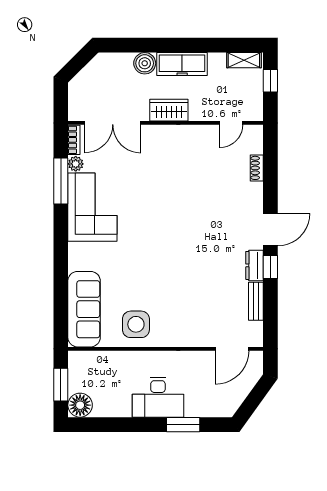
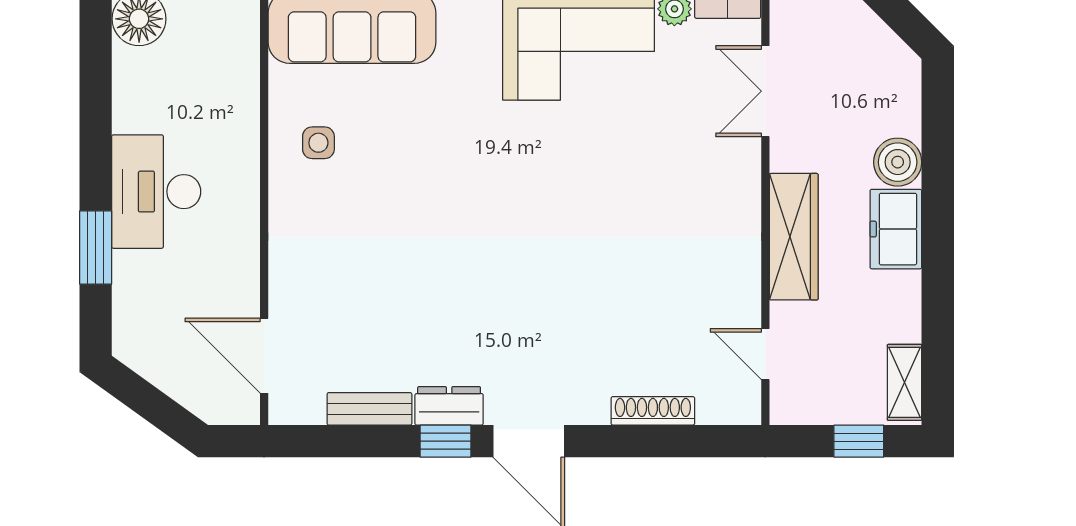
freezer: (182, 64) -> (896, 229), width x0.71
wardrobe: (169, 110) -> (794, 237), width x1.50
double door: (113, 123) -> (765, 91), width x0.73
shoe rack: (257, 168) -> (653, 411), width x1.43
side table: (136, 324) -> (318, 143), width x0.54, depth x0.54

